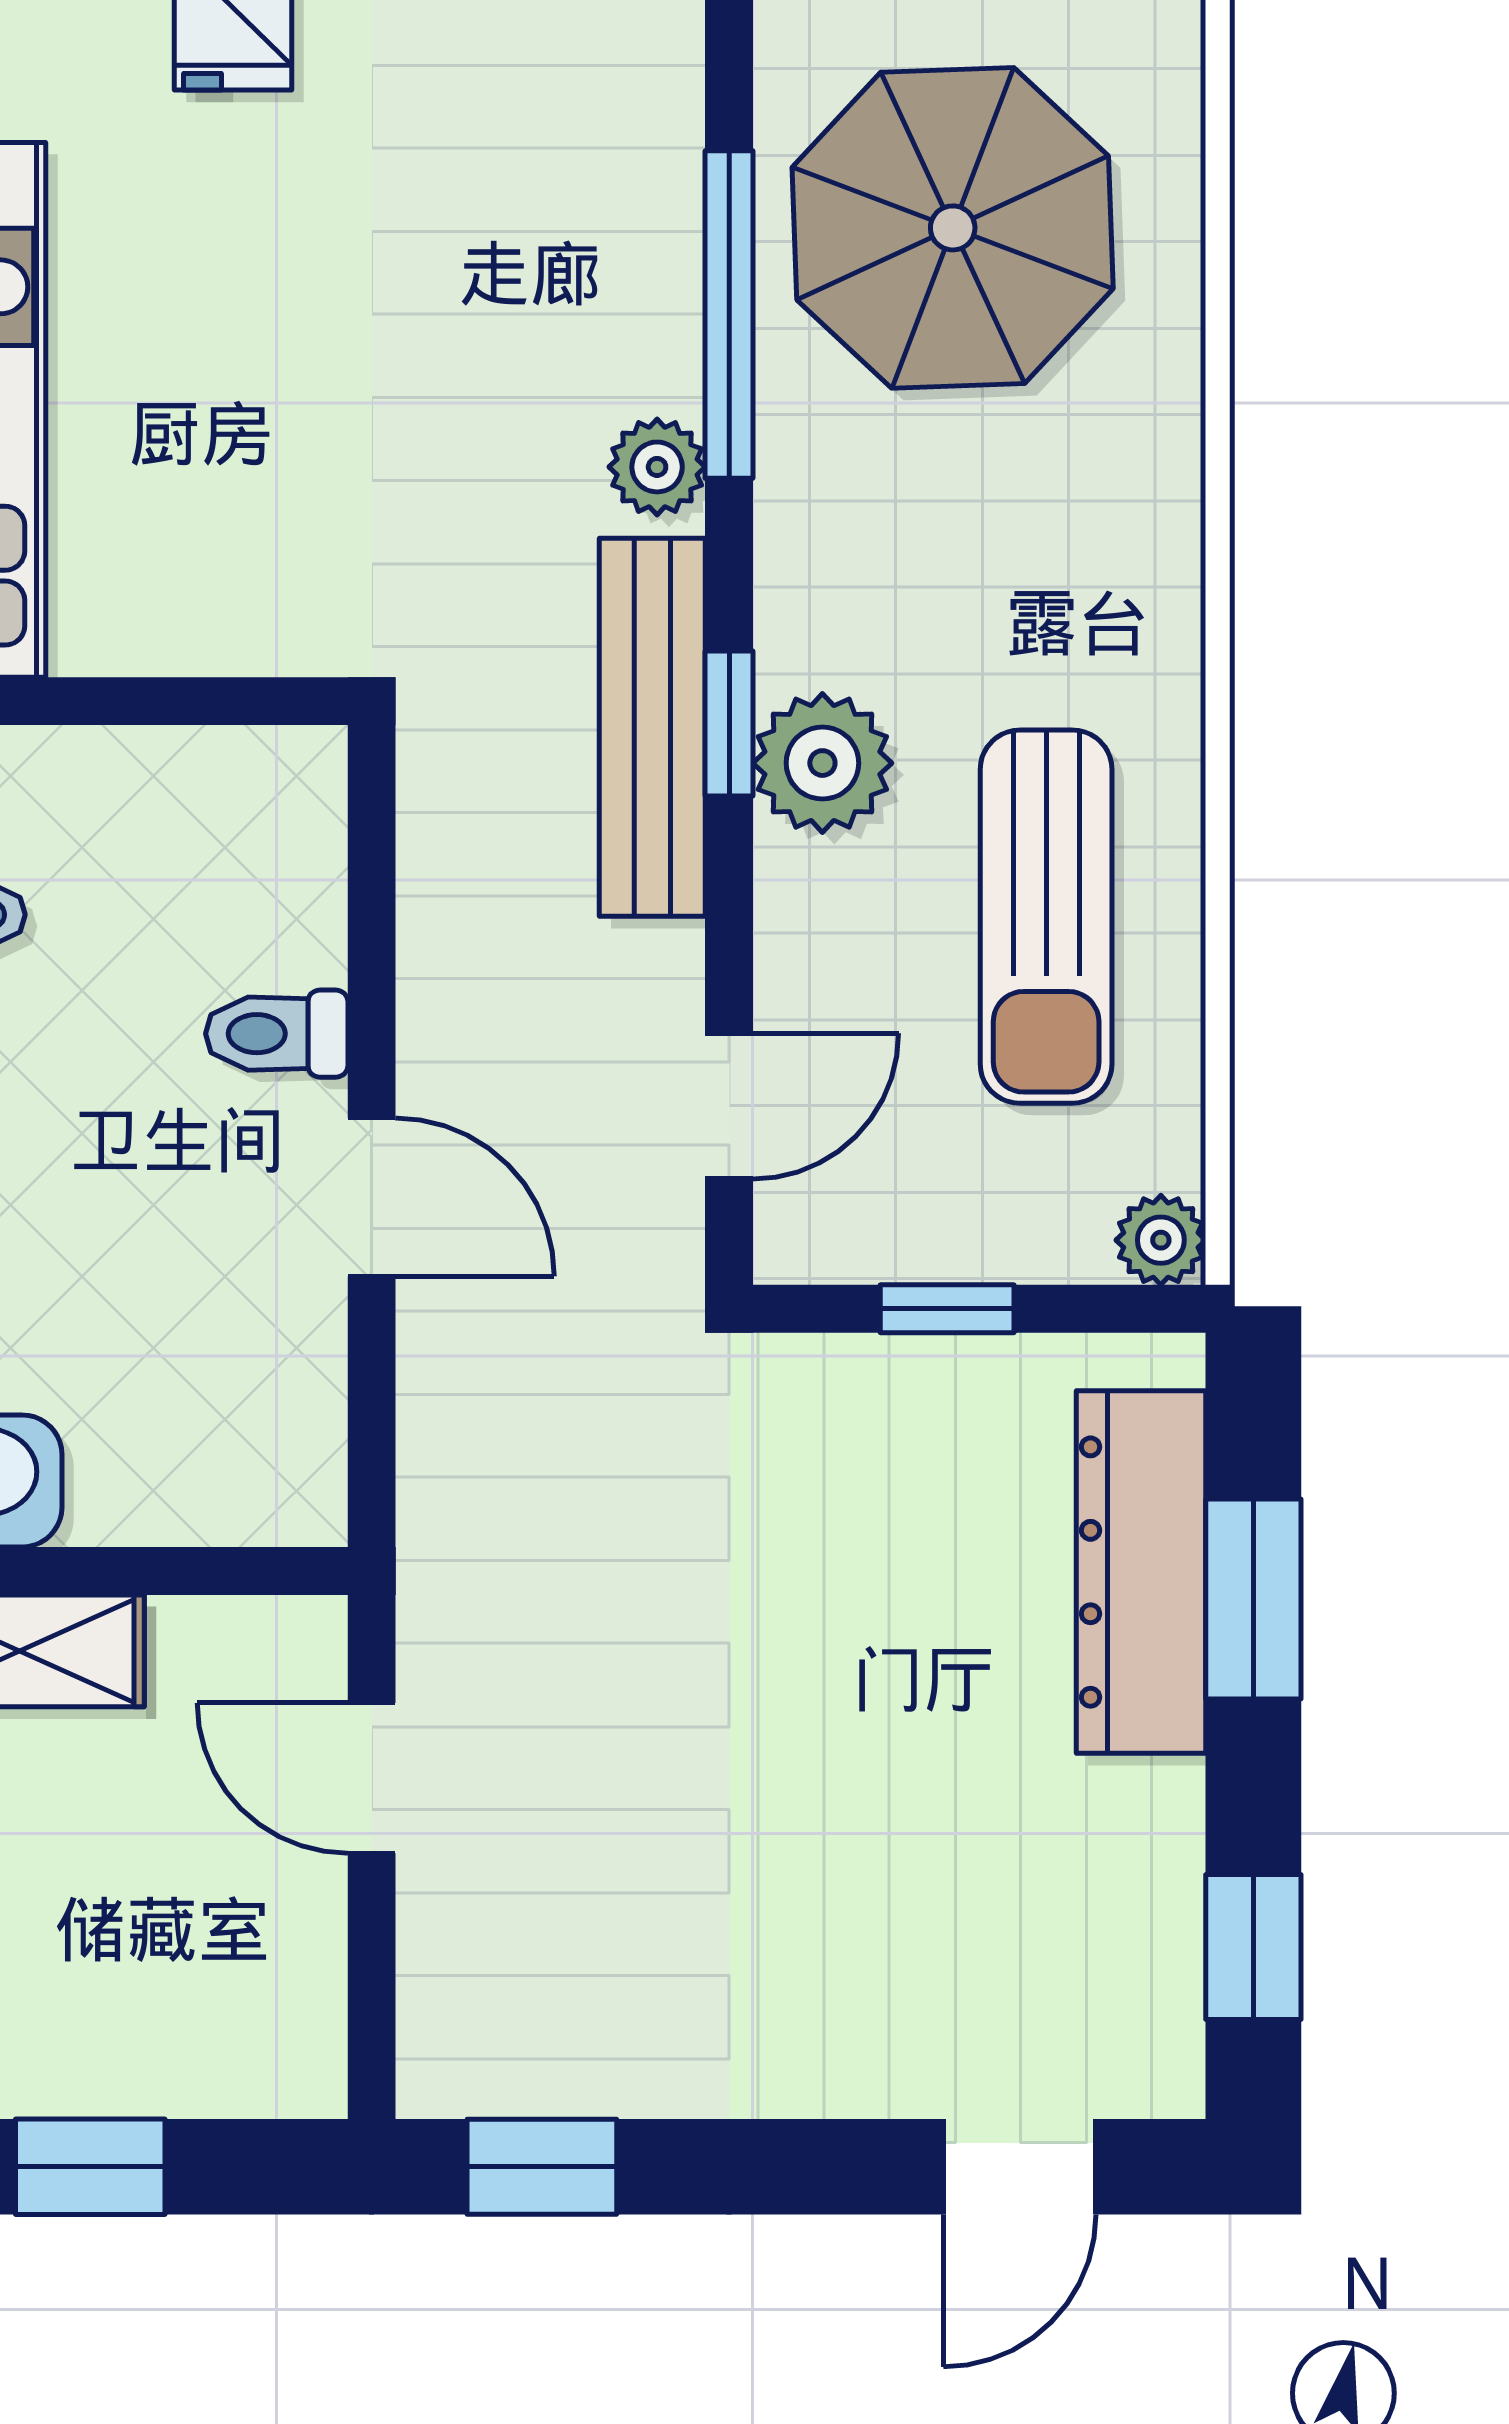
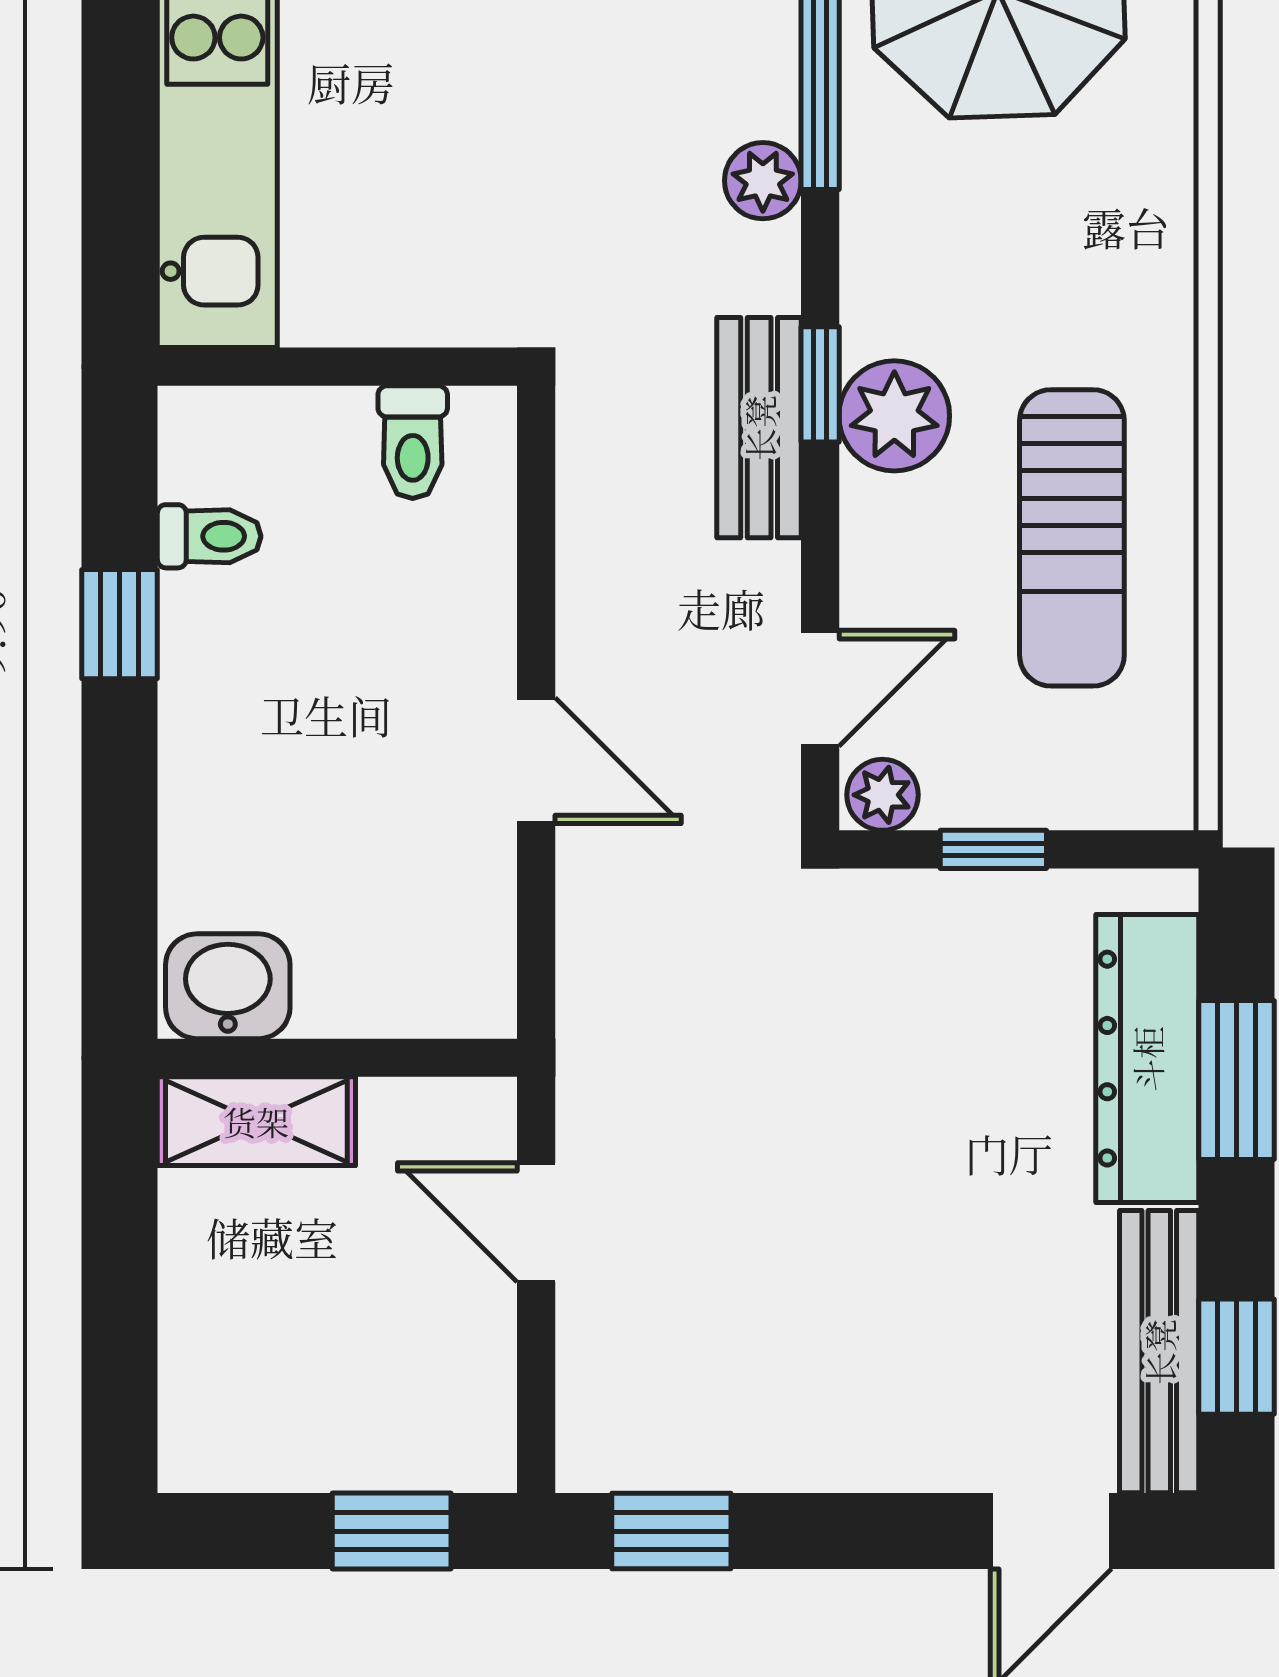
bench: (652, 727) -> (759, 428), width x0.73
toilet: (277, 1034) -> (413, 442), moved, turned -90
plant: (1161, 1240) -> (882, 795), moved
bench: (1156, 1941) -> (1159, 1352), added
window: (90, 2167) -> (392, 1531), moved

